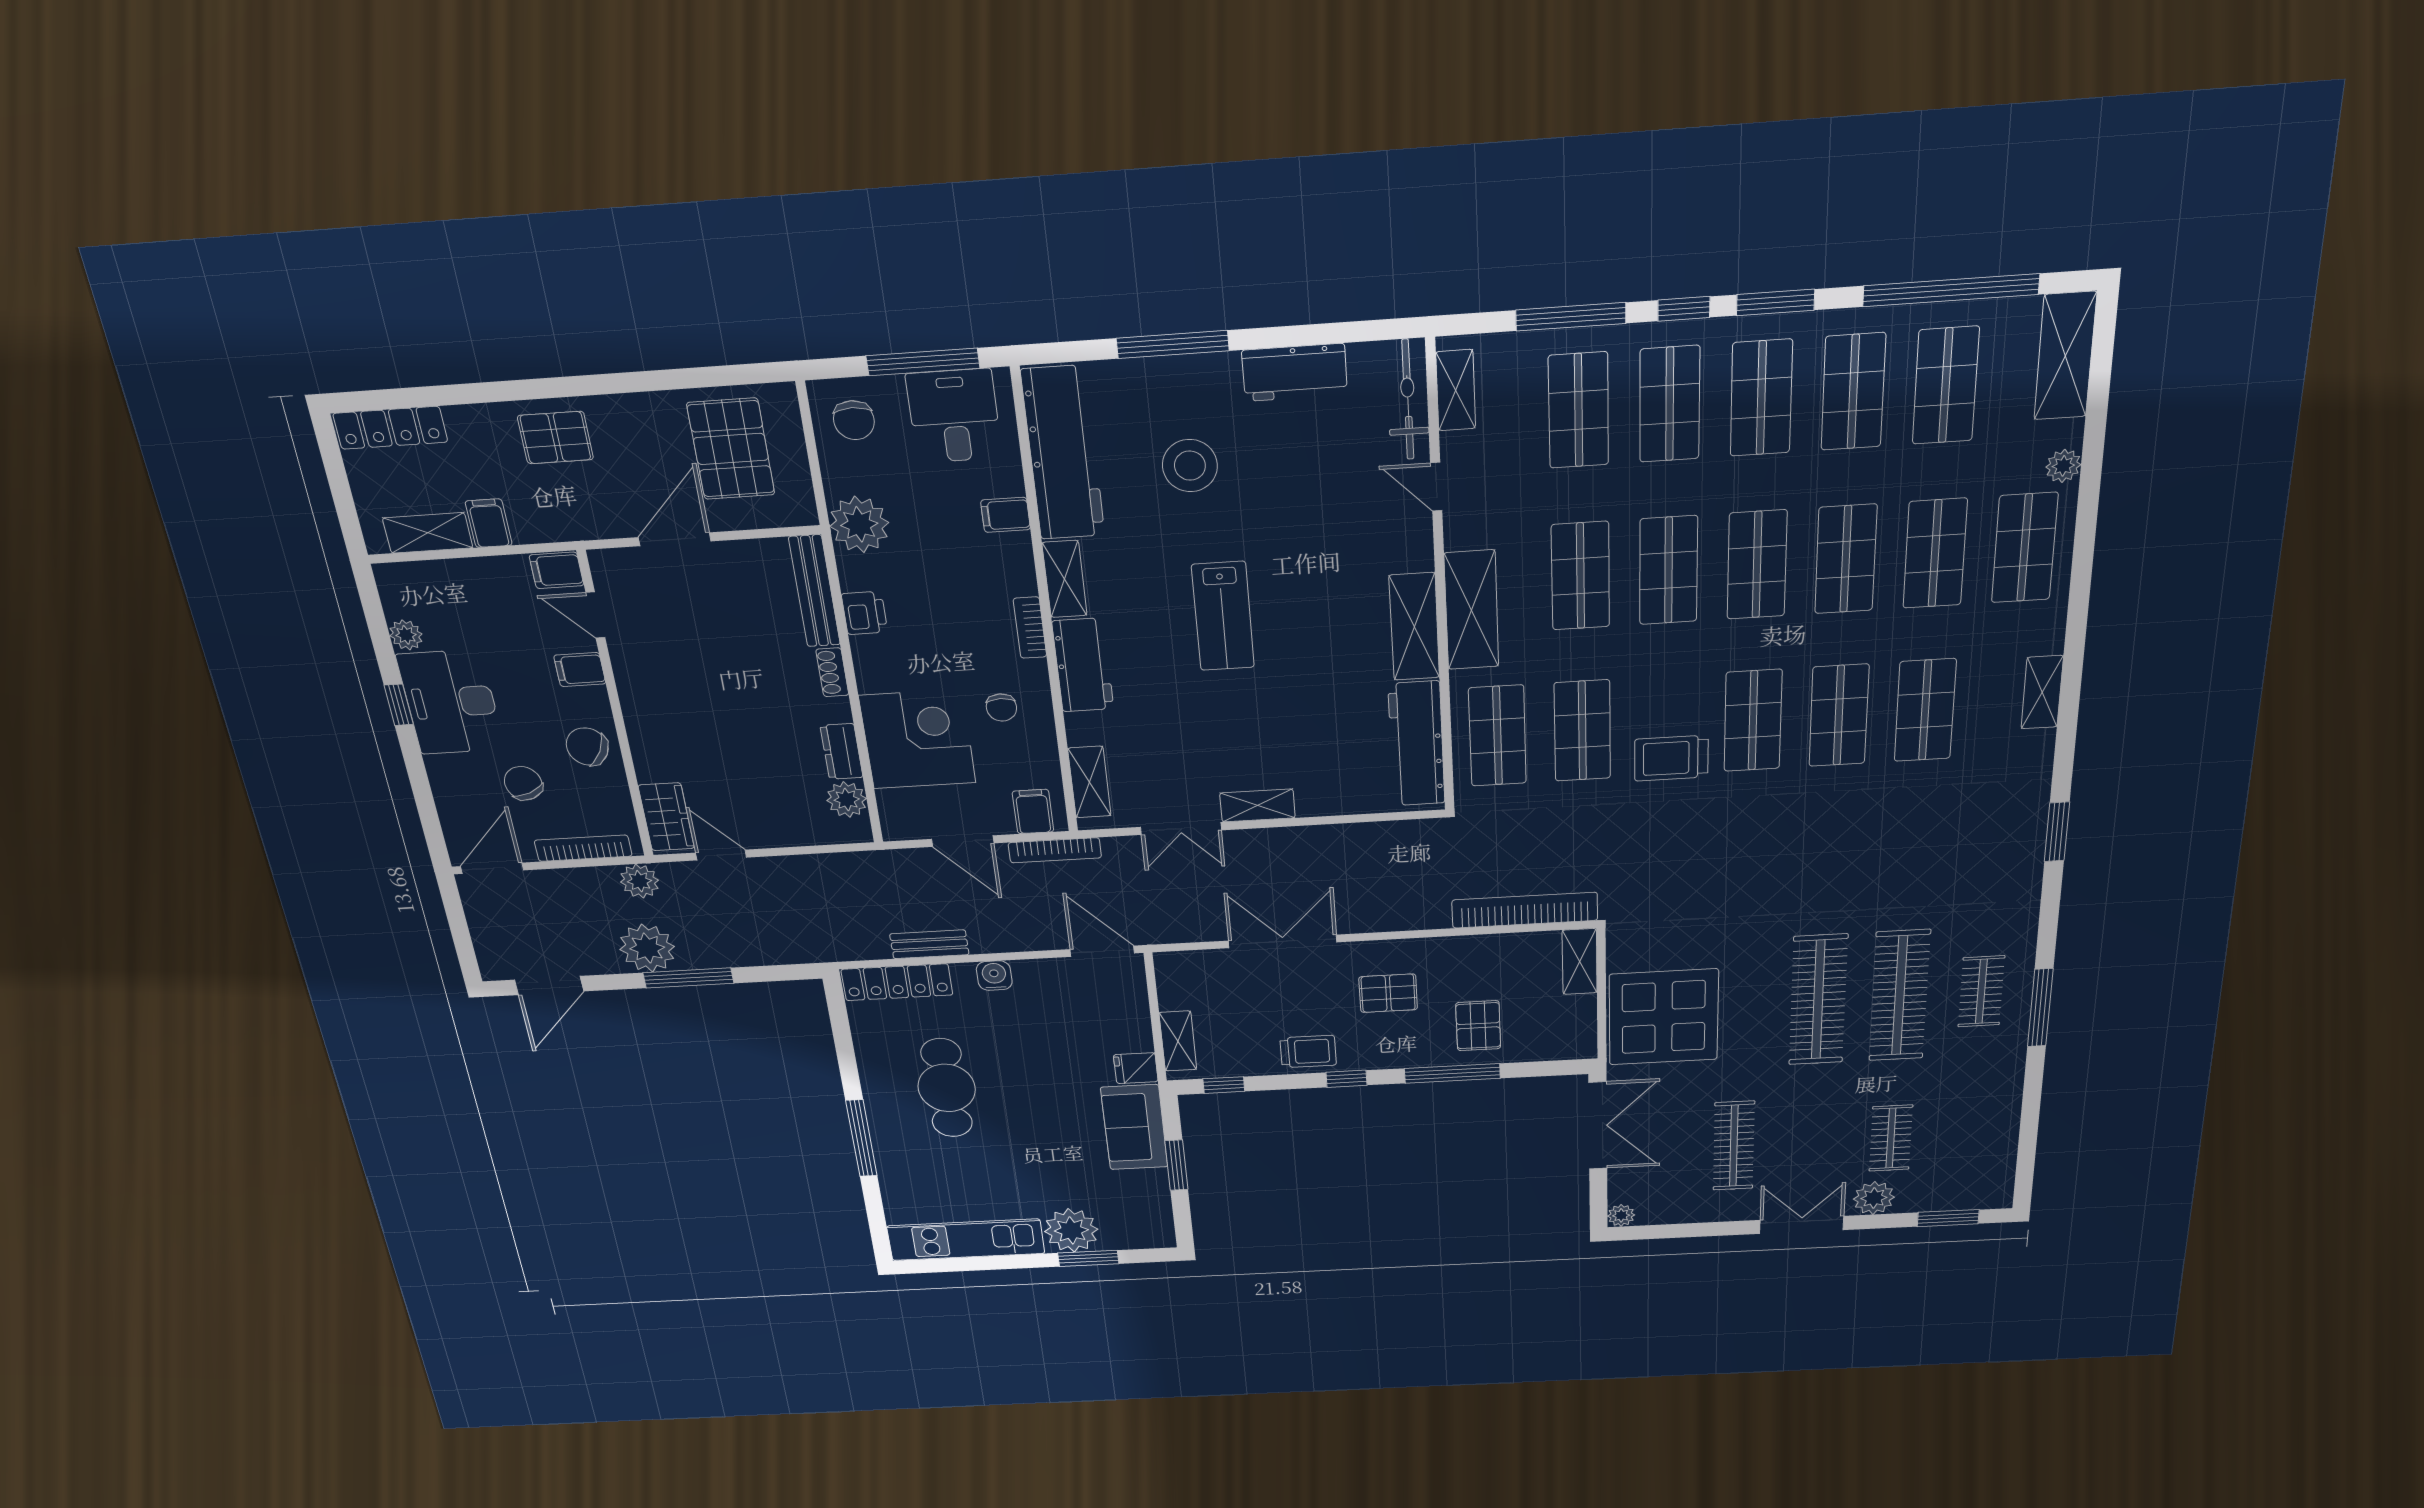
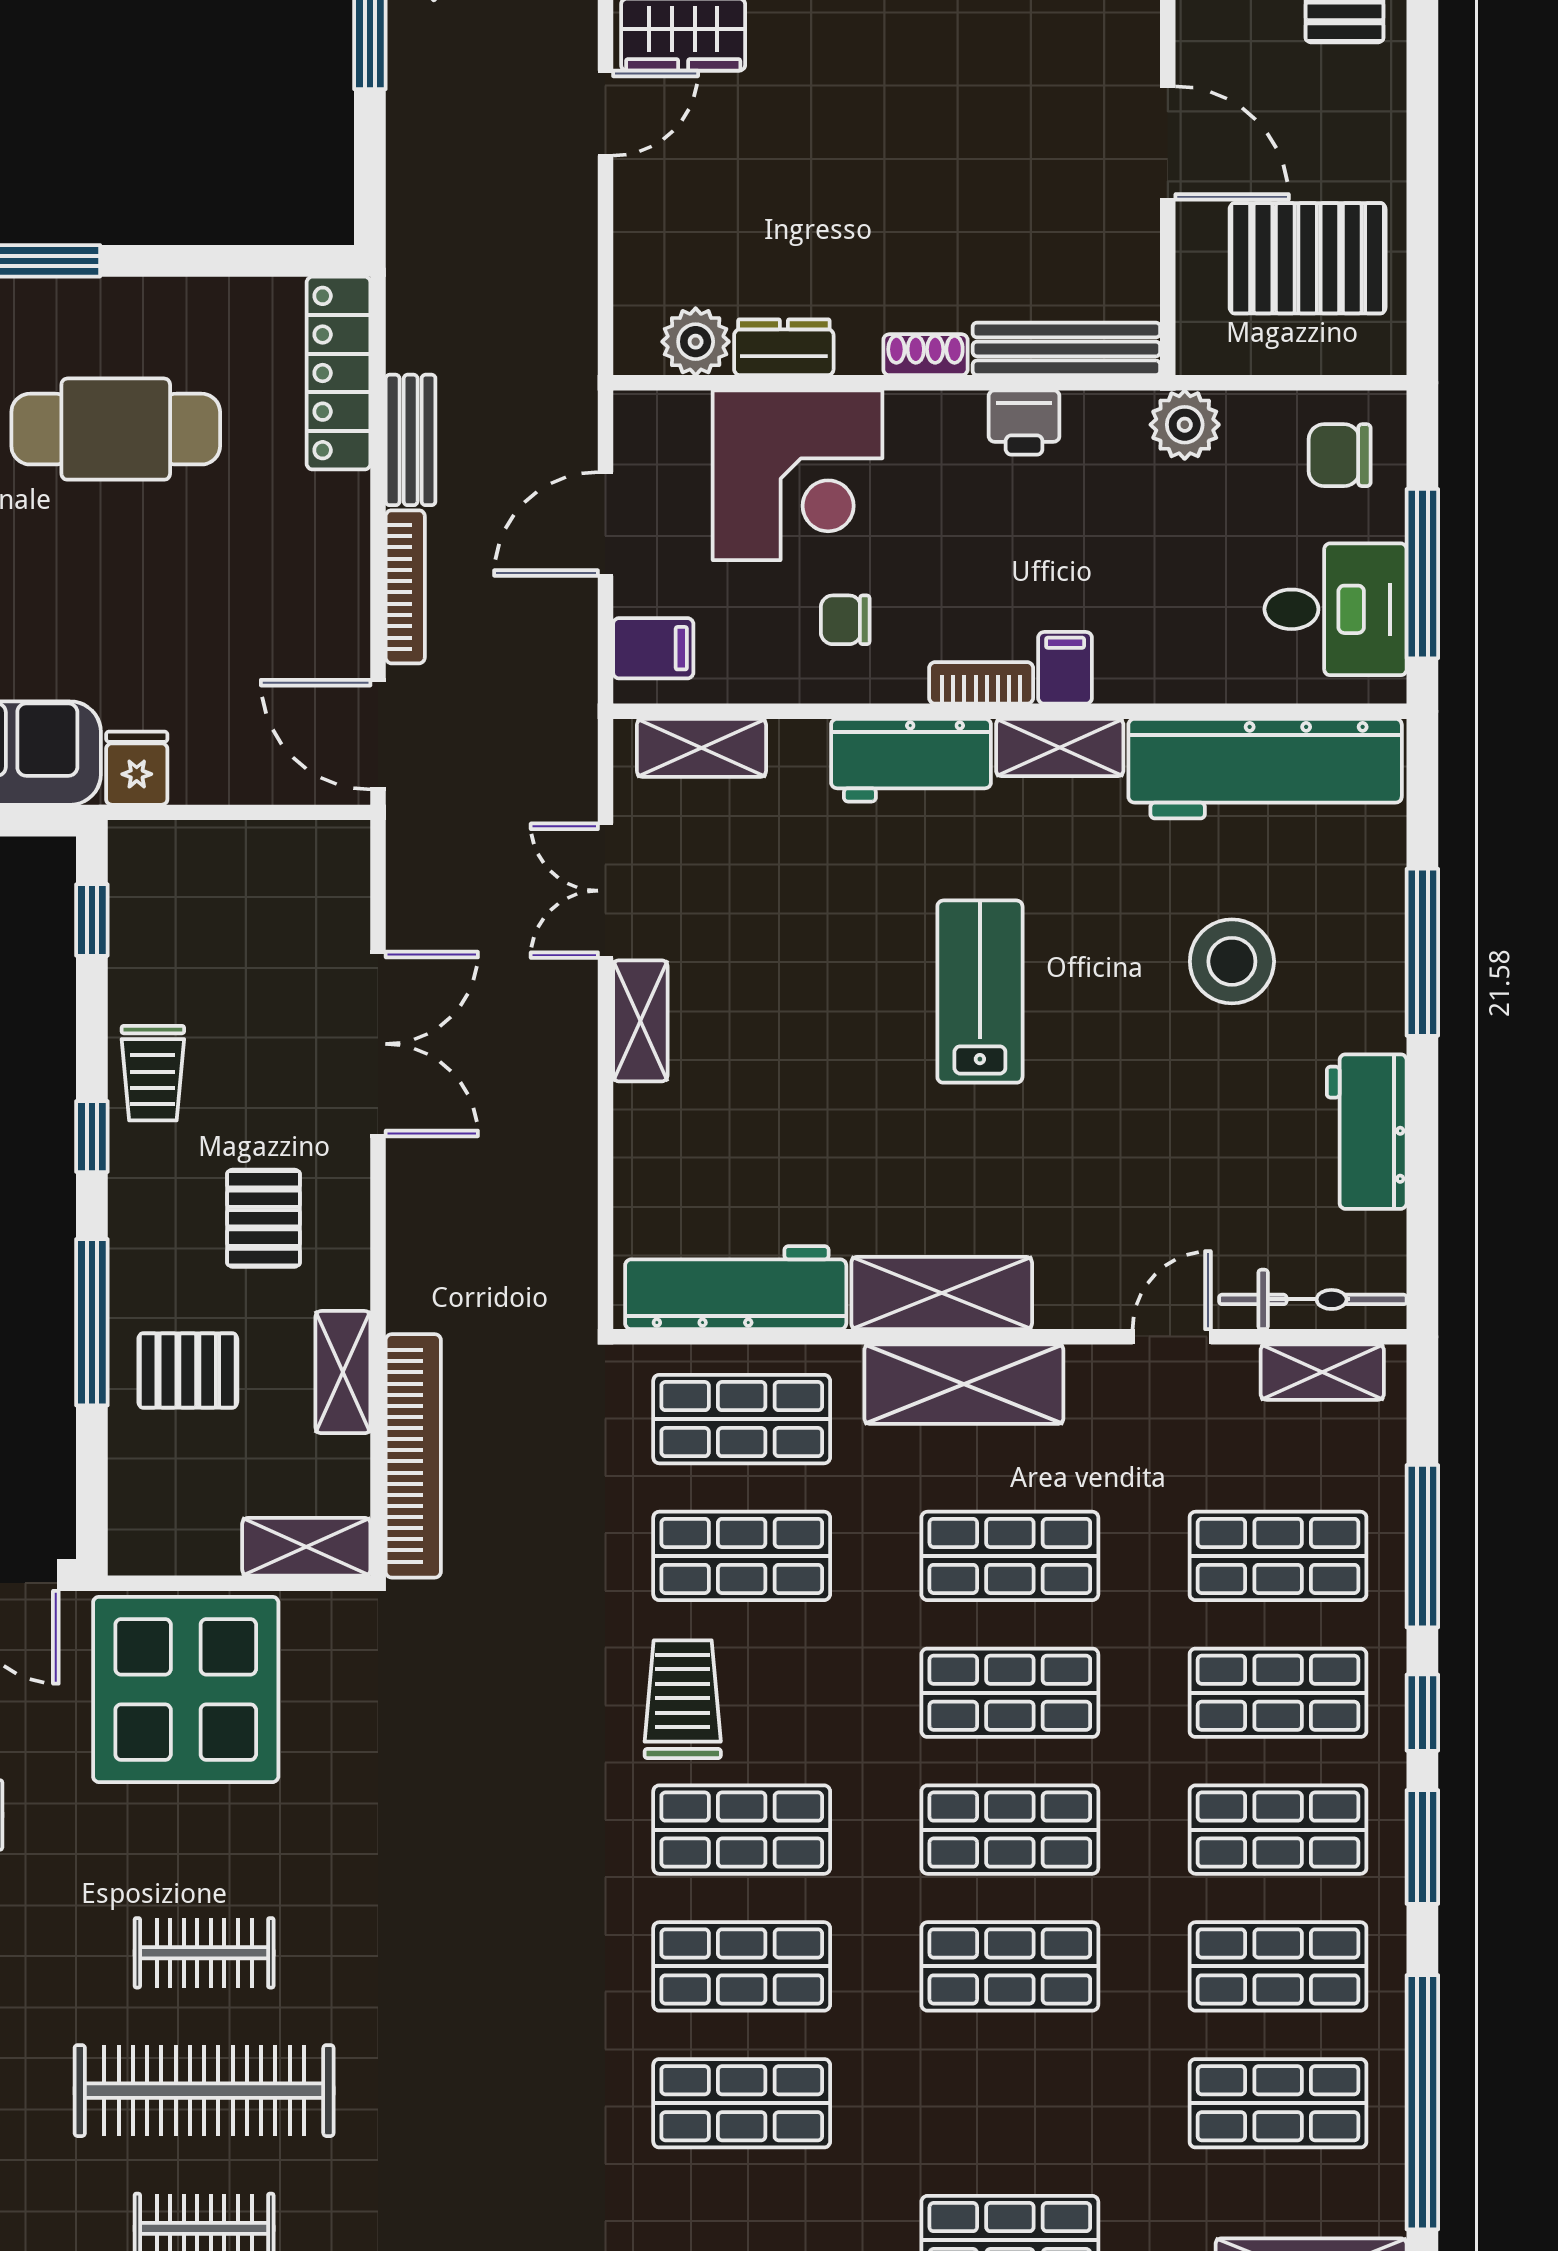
filing cabinet: (1006, 515) -> (1065, 668), moved
plant: (859, 524) -> (1185, 425), width x0.73, depth x0.73
shop shelf: (1935, 553) -> (1010, 2103), removed
lab bench: (1223, 616) -> (980, 992), turned 90
bookcase: (1055, 850) -> (405, 587), moved, turned 180
door: (1102, 951) -> (378, 735), swing flipped
water cooler: (994, 976) -> (341, 543), removed
clothes rail: (1818, 1000) -> (204, 1953), width x0.54, depth x0.76
shelving: (1178, 1041) -> (343, 1372), moved, turned 90

